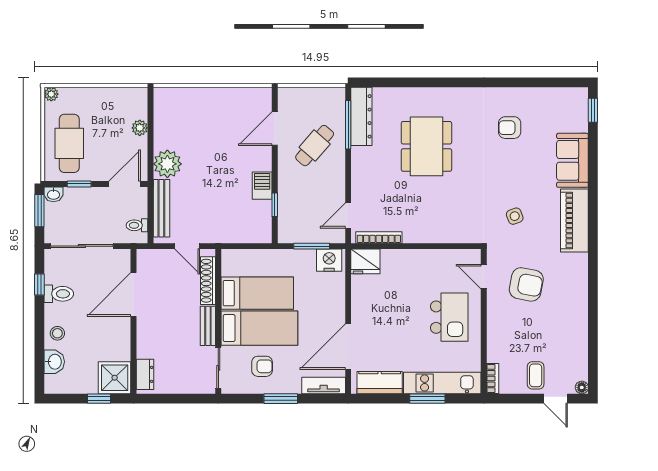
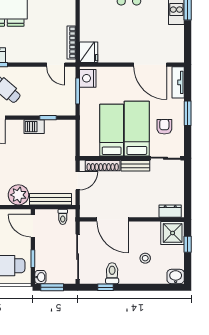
stool: (57, 333) -> (145, 258), moved
washbasin: (54, 362) -> (176, 276), moved
kitchen counter: (380, 383) -> (176, 42), removed

